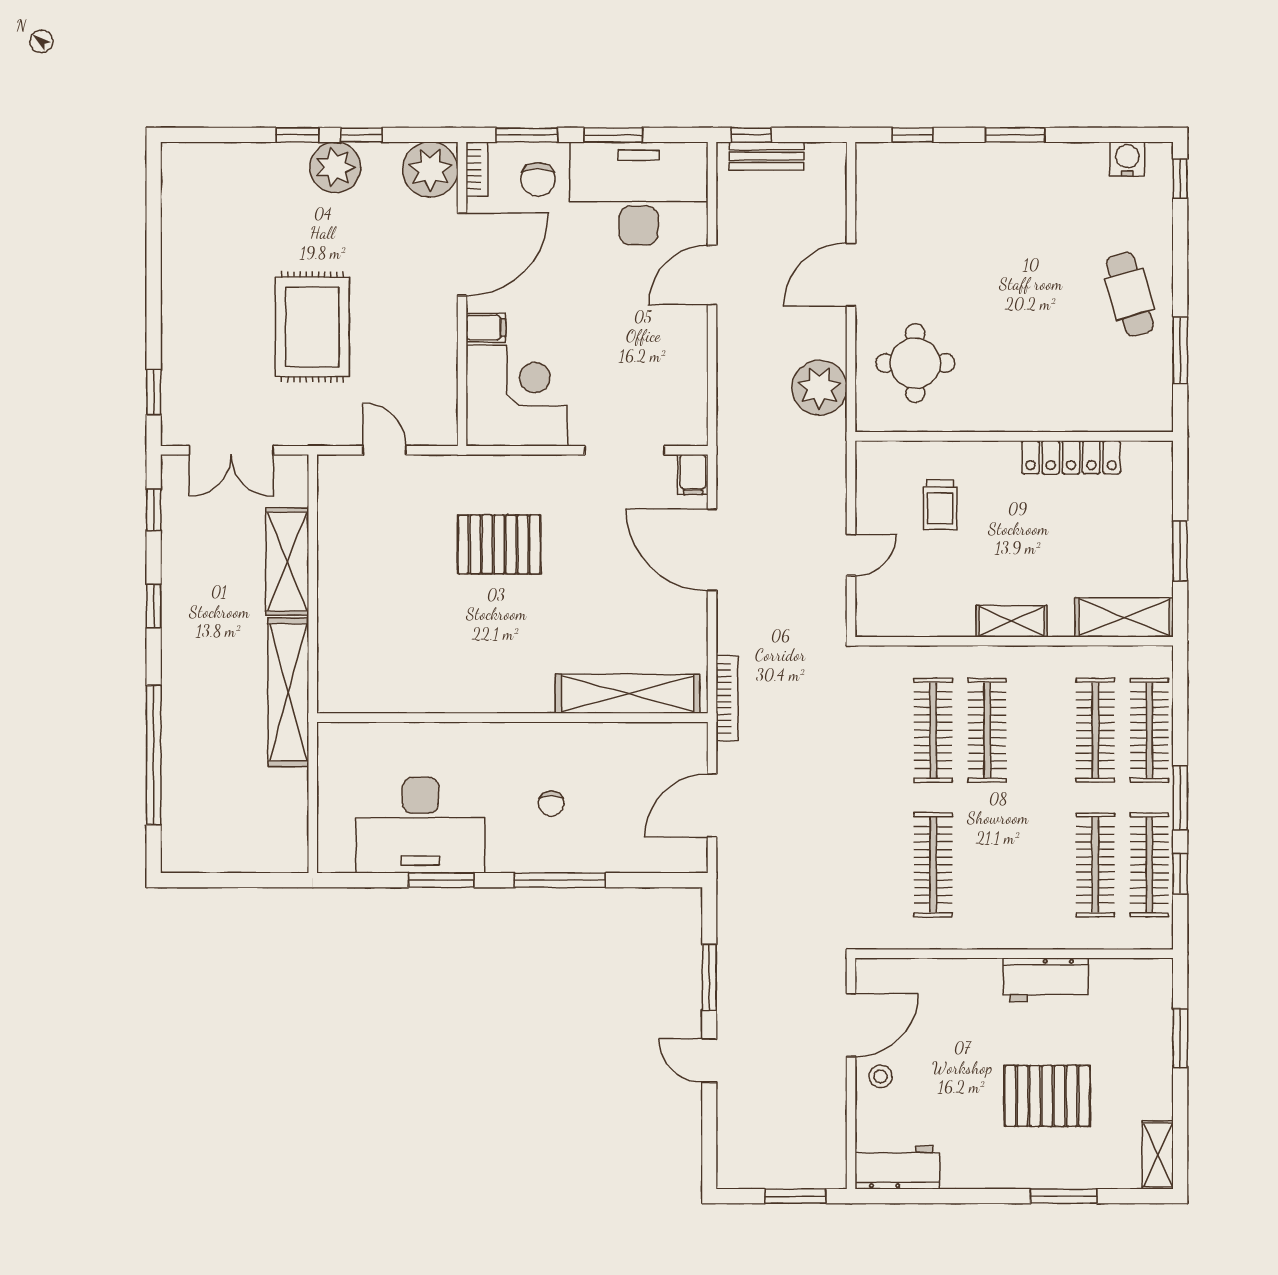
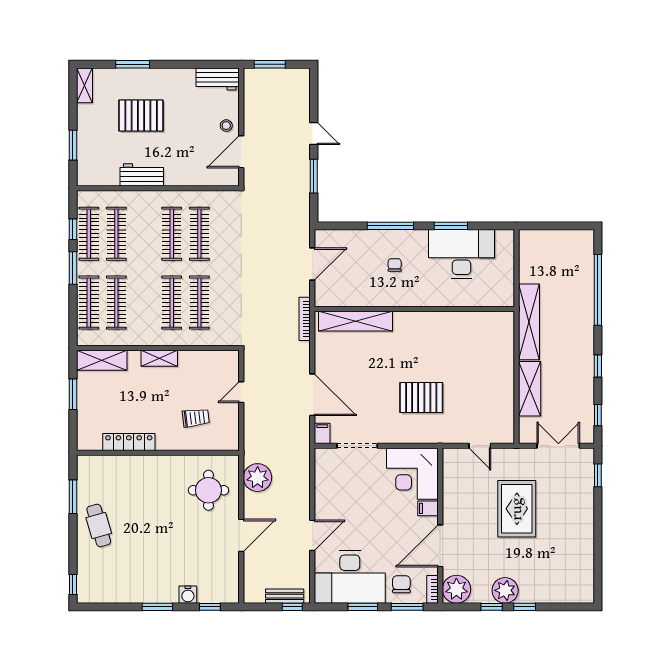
water cooler: (1127, 159) -> (188, 595), moved
trolley: (940, 505) -> (196, 418), turned 83
clothes rail: (987, 865) -> (172, 234), added

